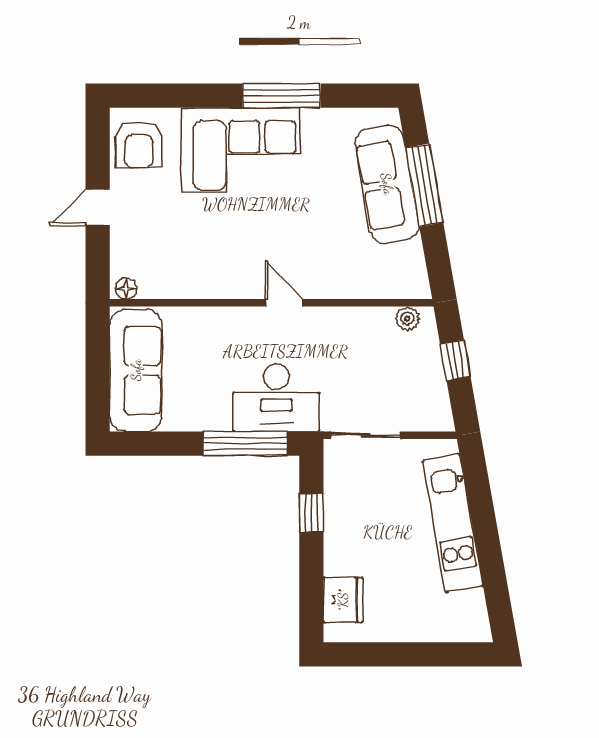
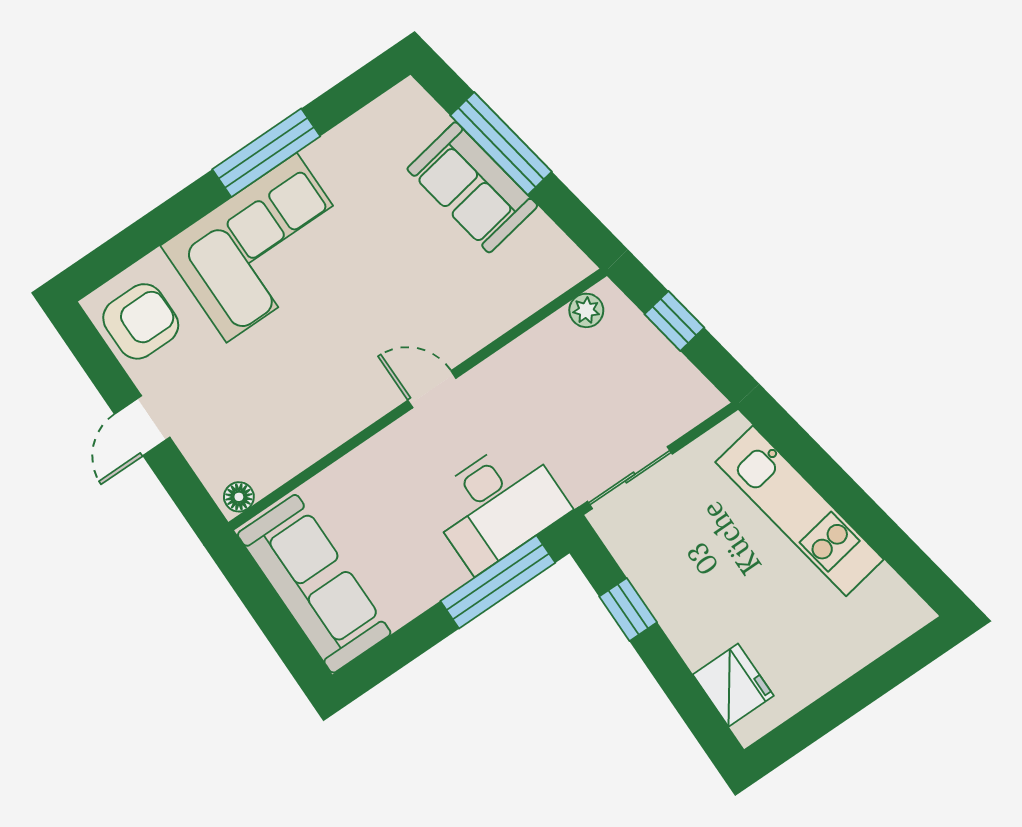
armchair: (139, 145) -> (141, 321), turned -90
sofa: (387, 184) -> (472, 187), width x0.73

